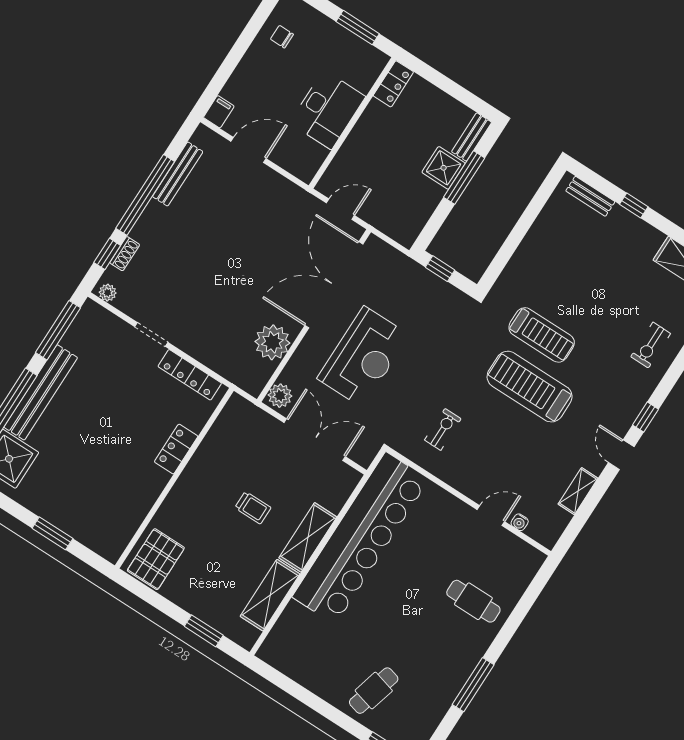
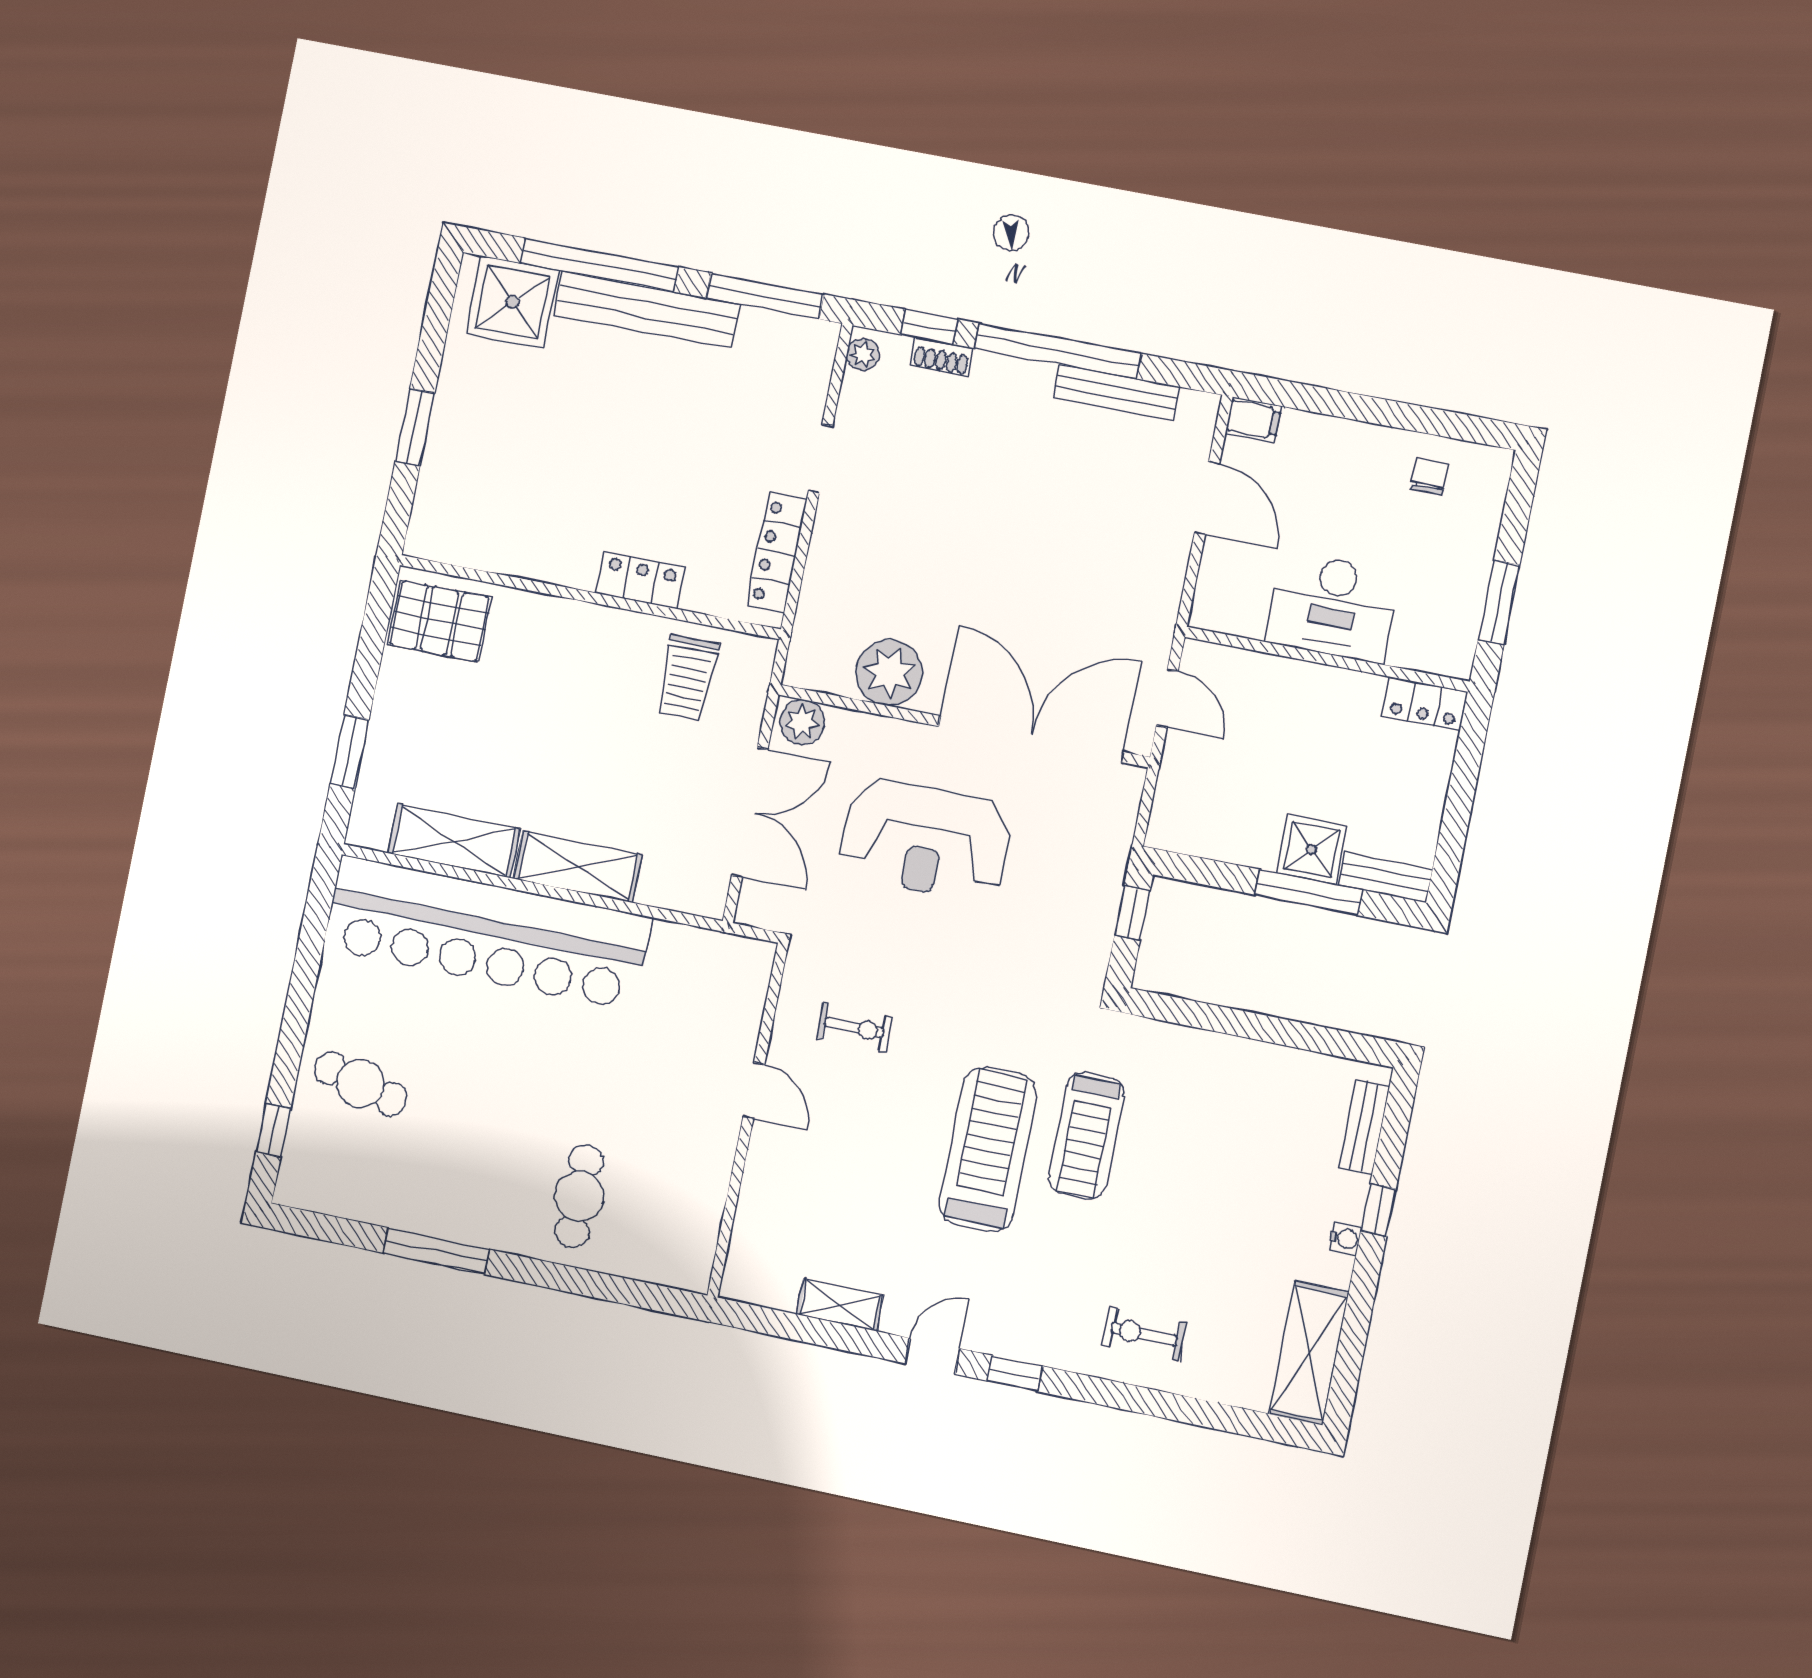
trolley: (253, 508) -> (687, 677), moved, width x1.36, depth x1.39
door: (491, 516) -> (754, 1091), moved
water cooler: (520, 522) -> (1345, 1239), moved, turned 180
bar counter: (360, 538) -> (487, 933), moved

